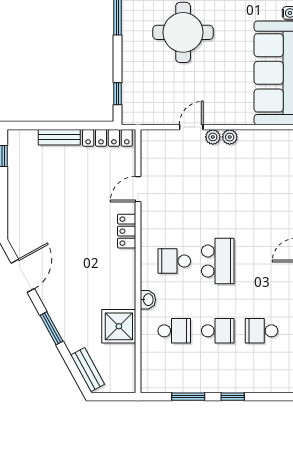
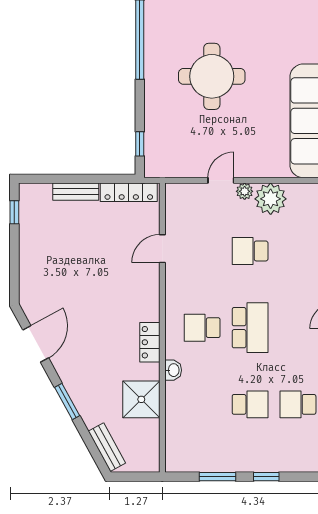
plant: (230, 137) -> (271, 199), width x1.87, depth x1.87
locker: (127, 231) -> (150, 342), moved
school desk: (174, 331) -> (250, 251), moved, turned 180

